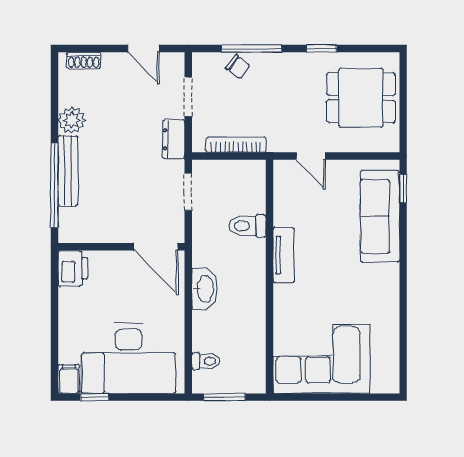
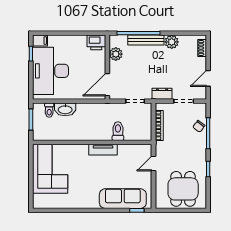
plant: (96, 230) -> (116, 54), added
washbasin: (205, 289) -> (65, 109), moved

